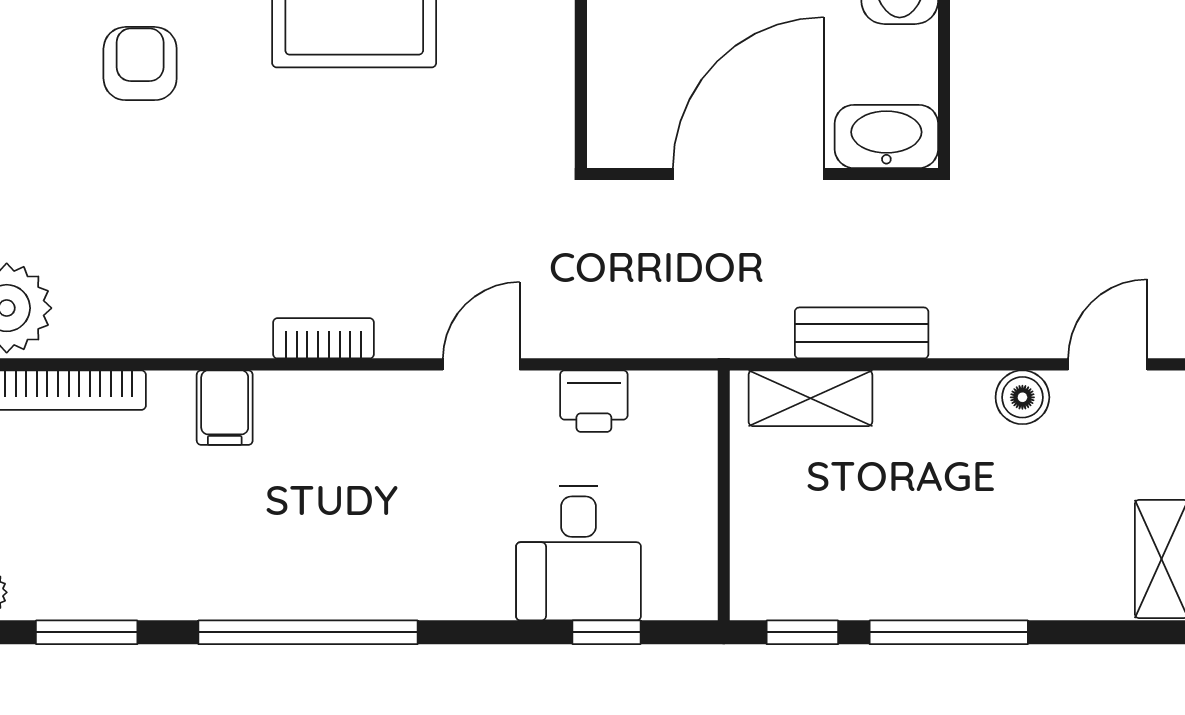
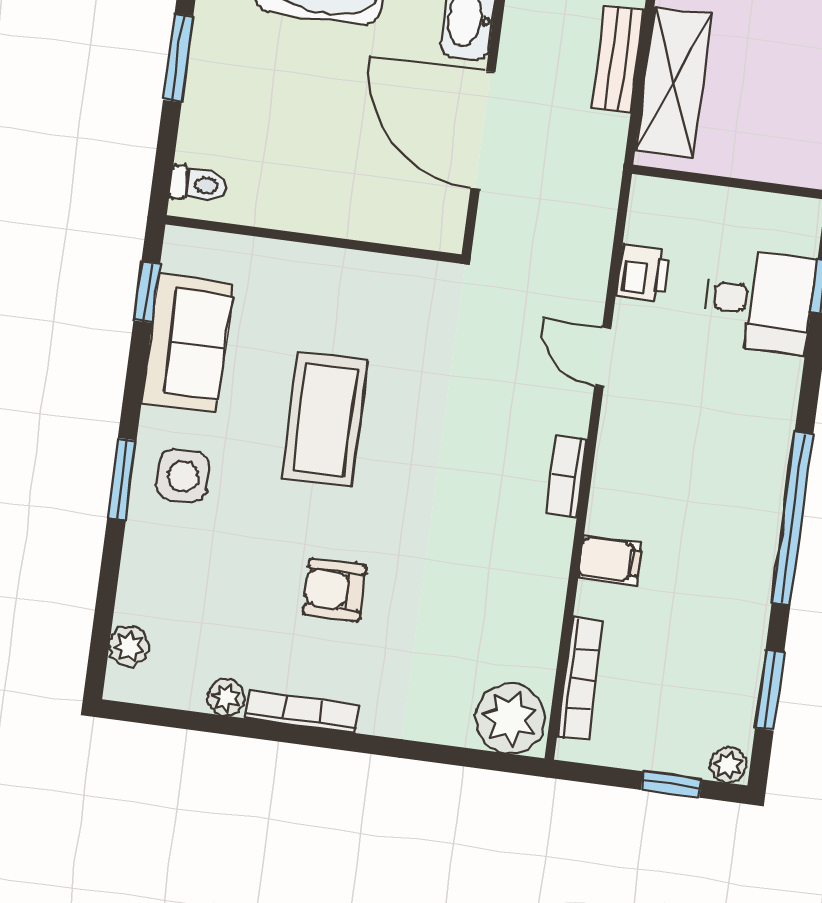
shelving: (810, 398) -> (674, 82), width x1.50, depth x1.33

